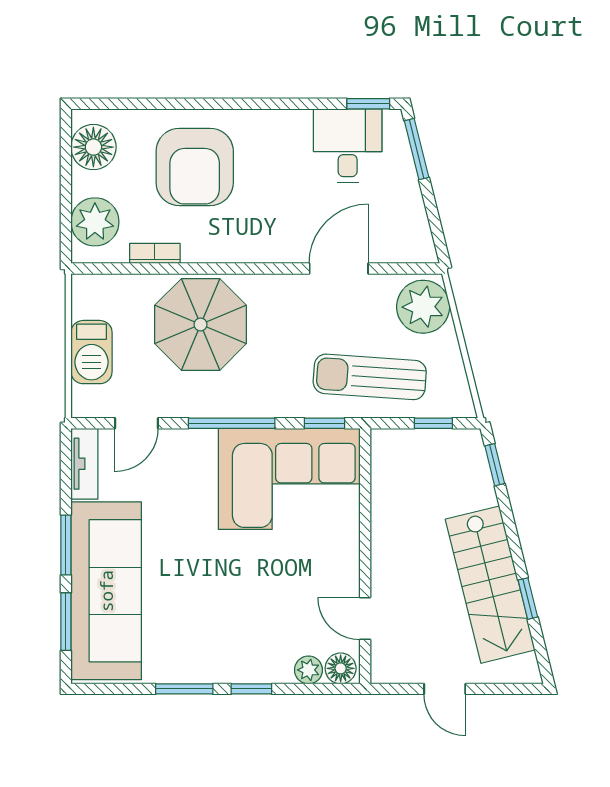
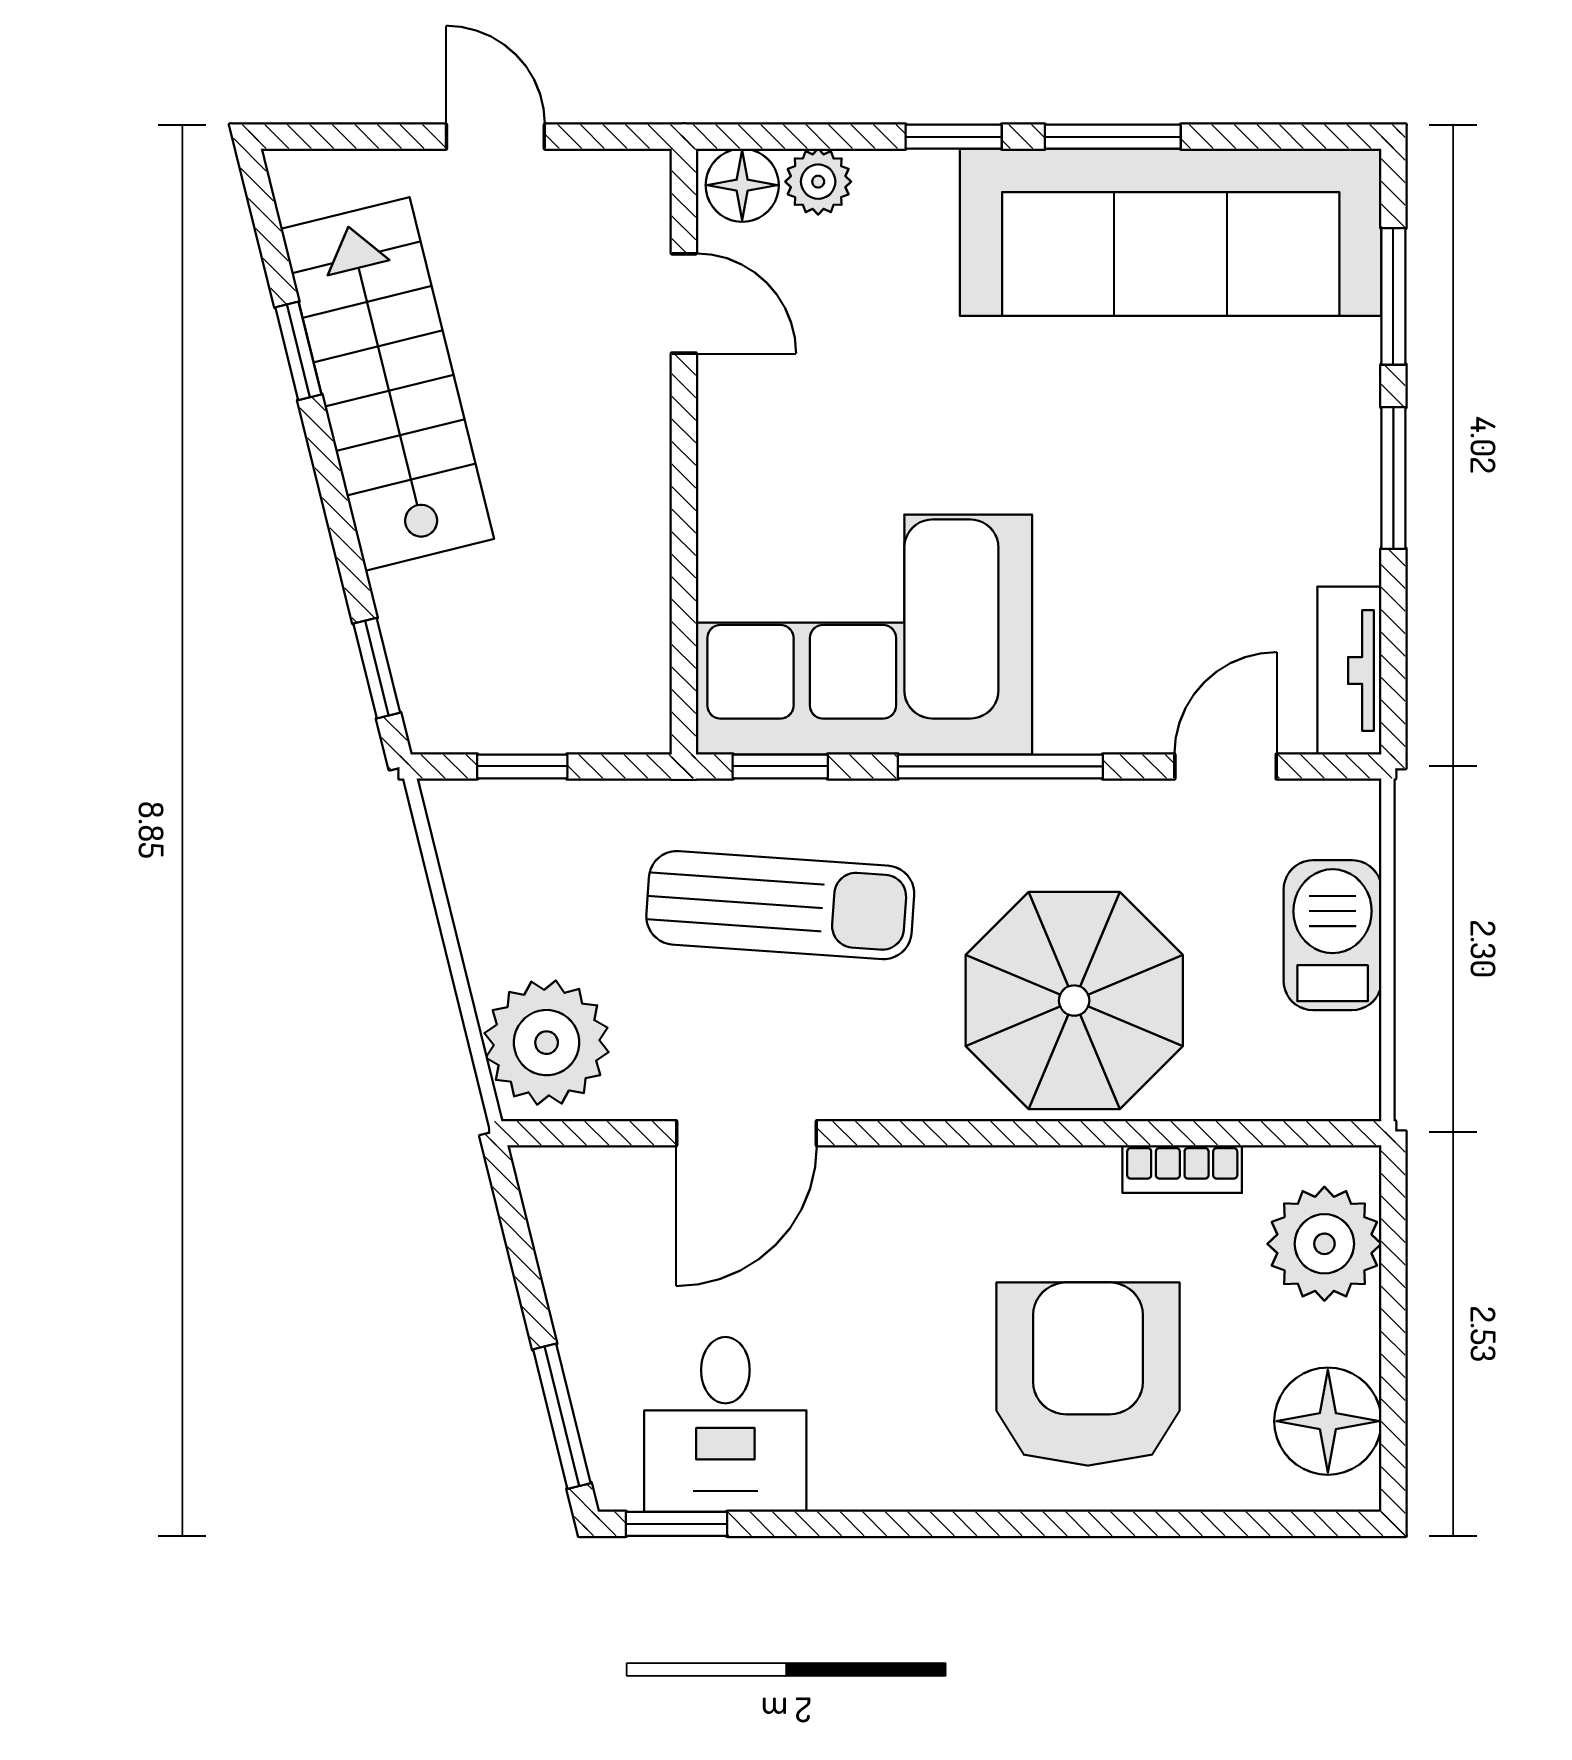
sun lounger: (370, 377) -> (780, 905), moved
sofa: (106, 591) -> (1171, 232), moved, turned -90

